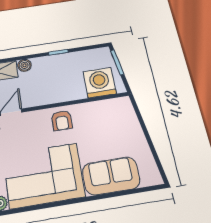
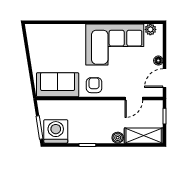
washing machine: (100, 83) -> (56, 131), moved, turned 180
sofa: (111, 176) -> (58, 85), moved, turned 180

